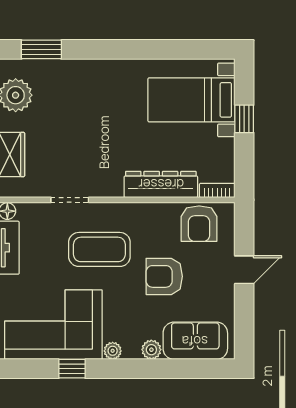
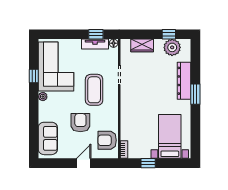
window: (41, 49) -> (195, 94), moved
window: (244, 119) -> (148, 163), moved
dresser: (161, 184) -> (184, 81), moved, turned 180
door: (244, 270) -> (84, 163), swing flipped
plant: (151, 350) -> (43, 116), removed

